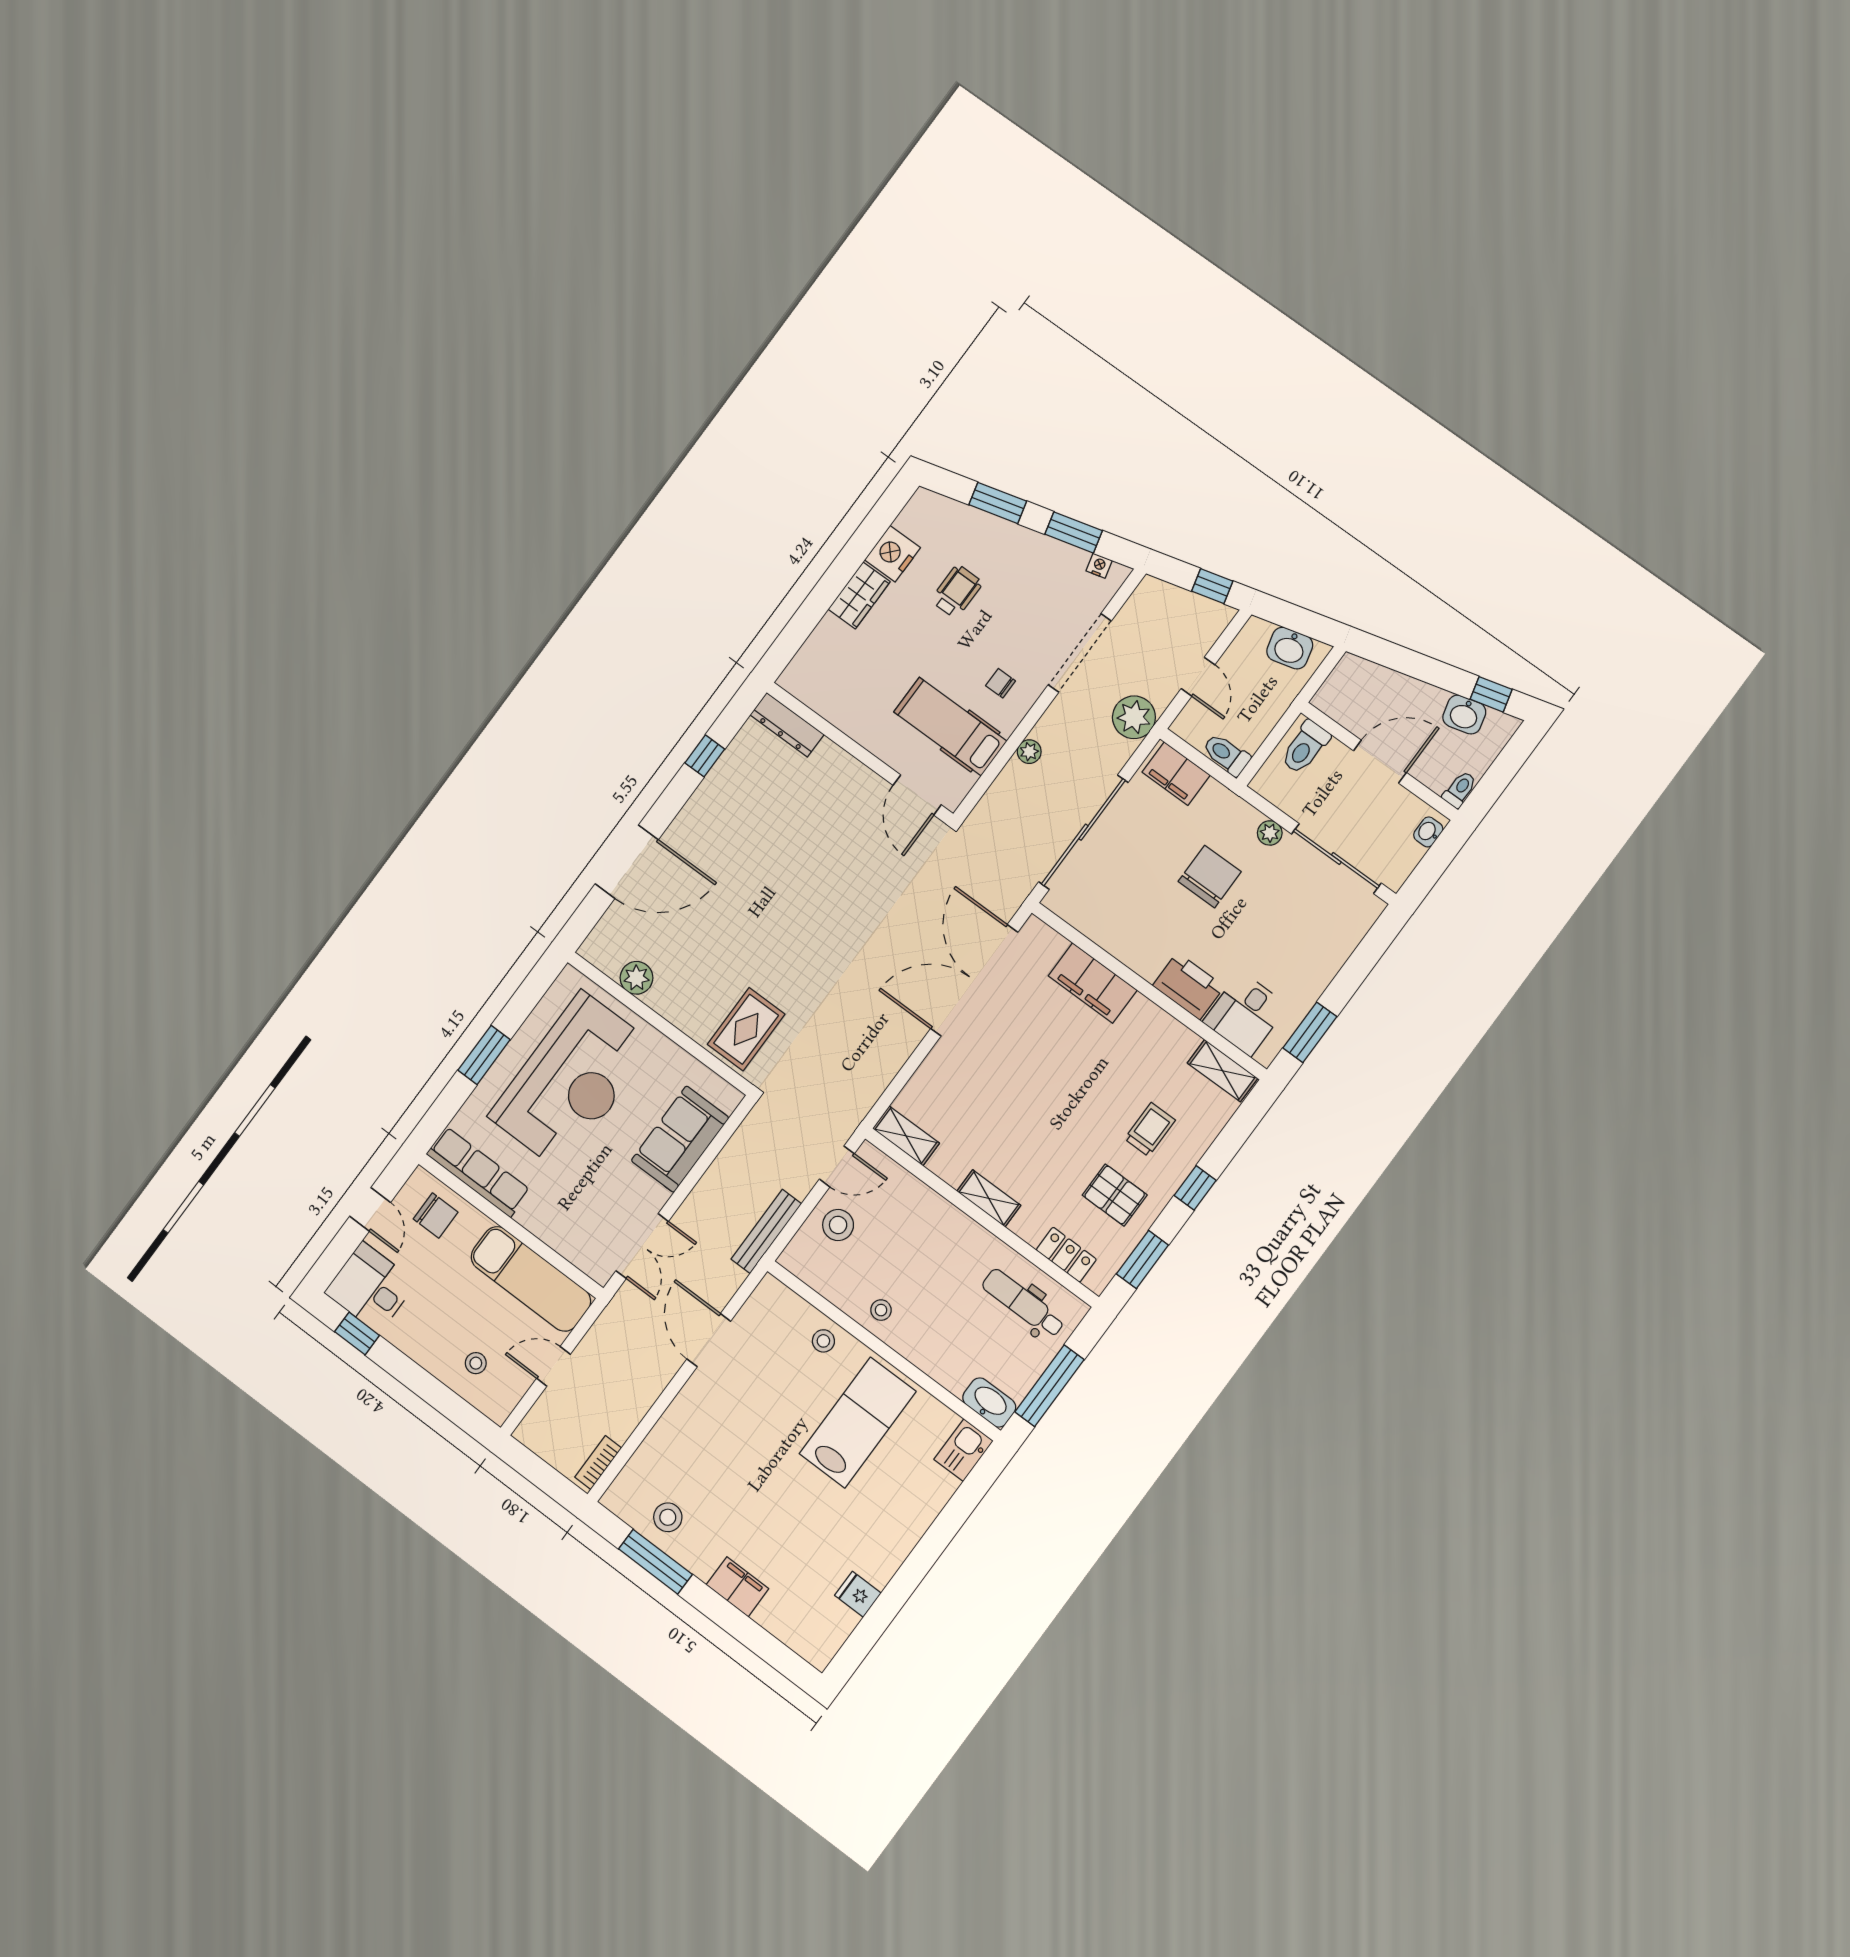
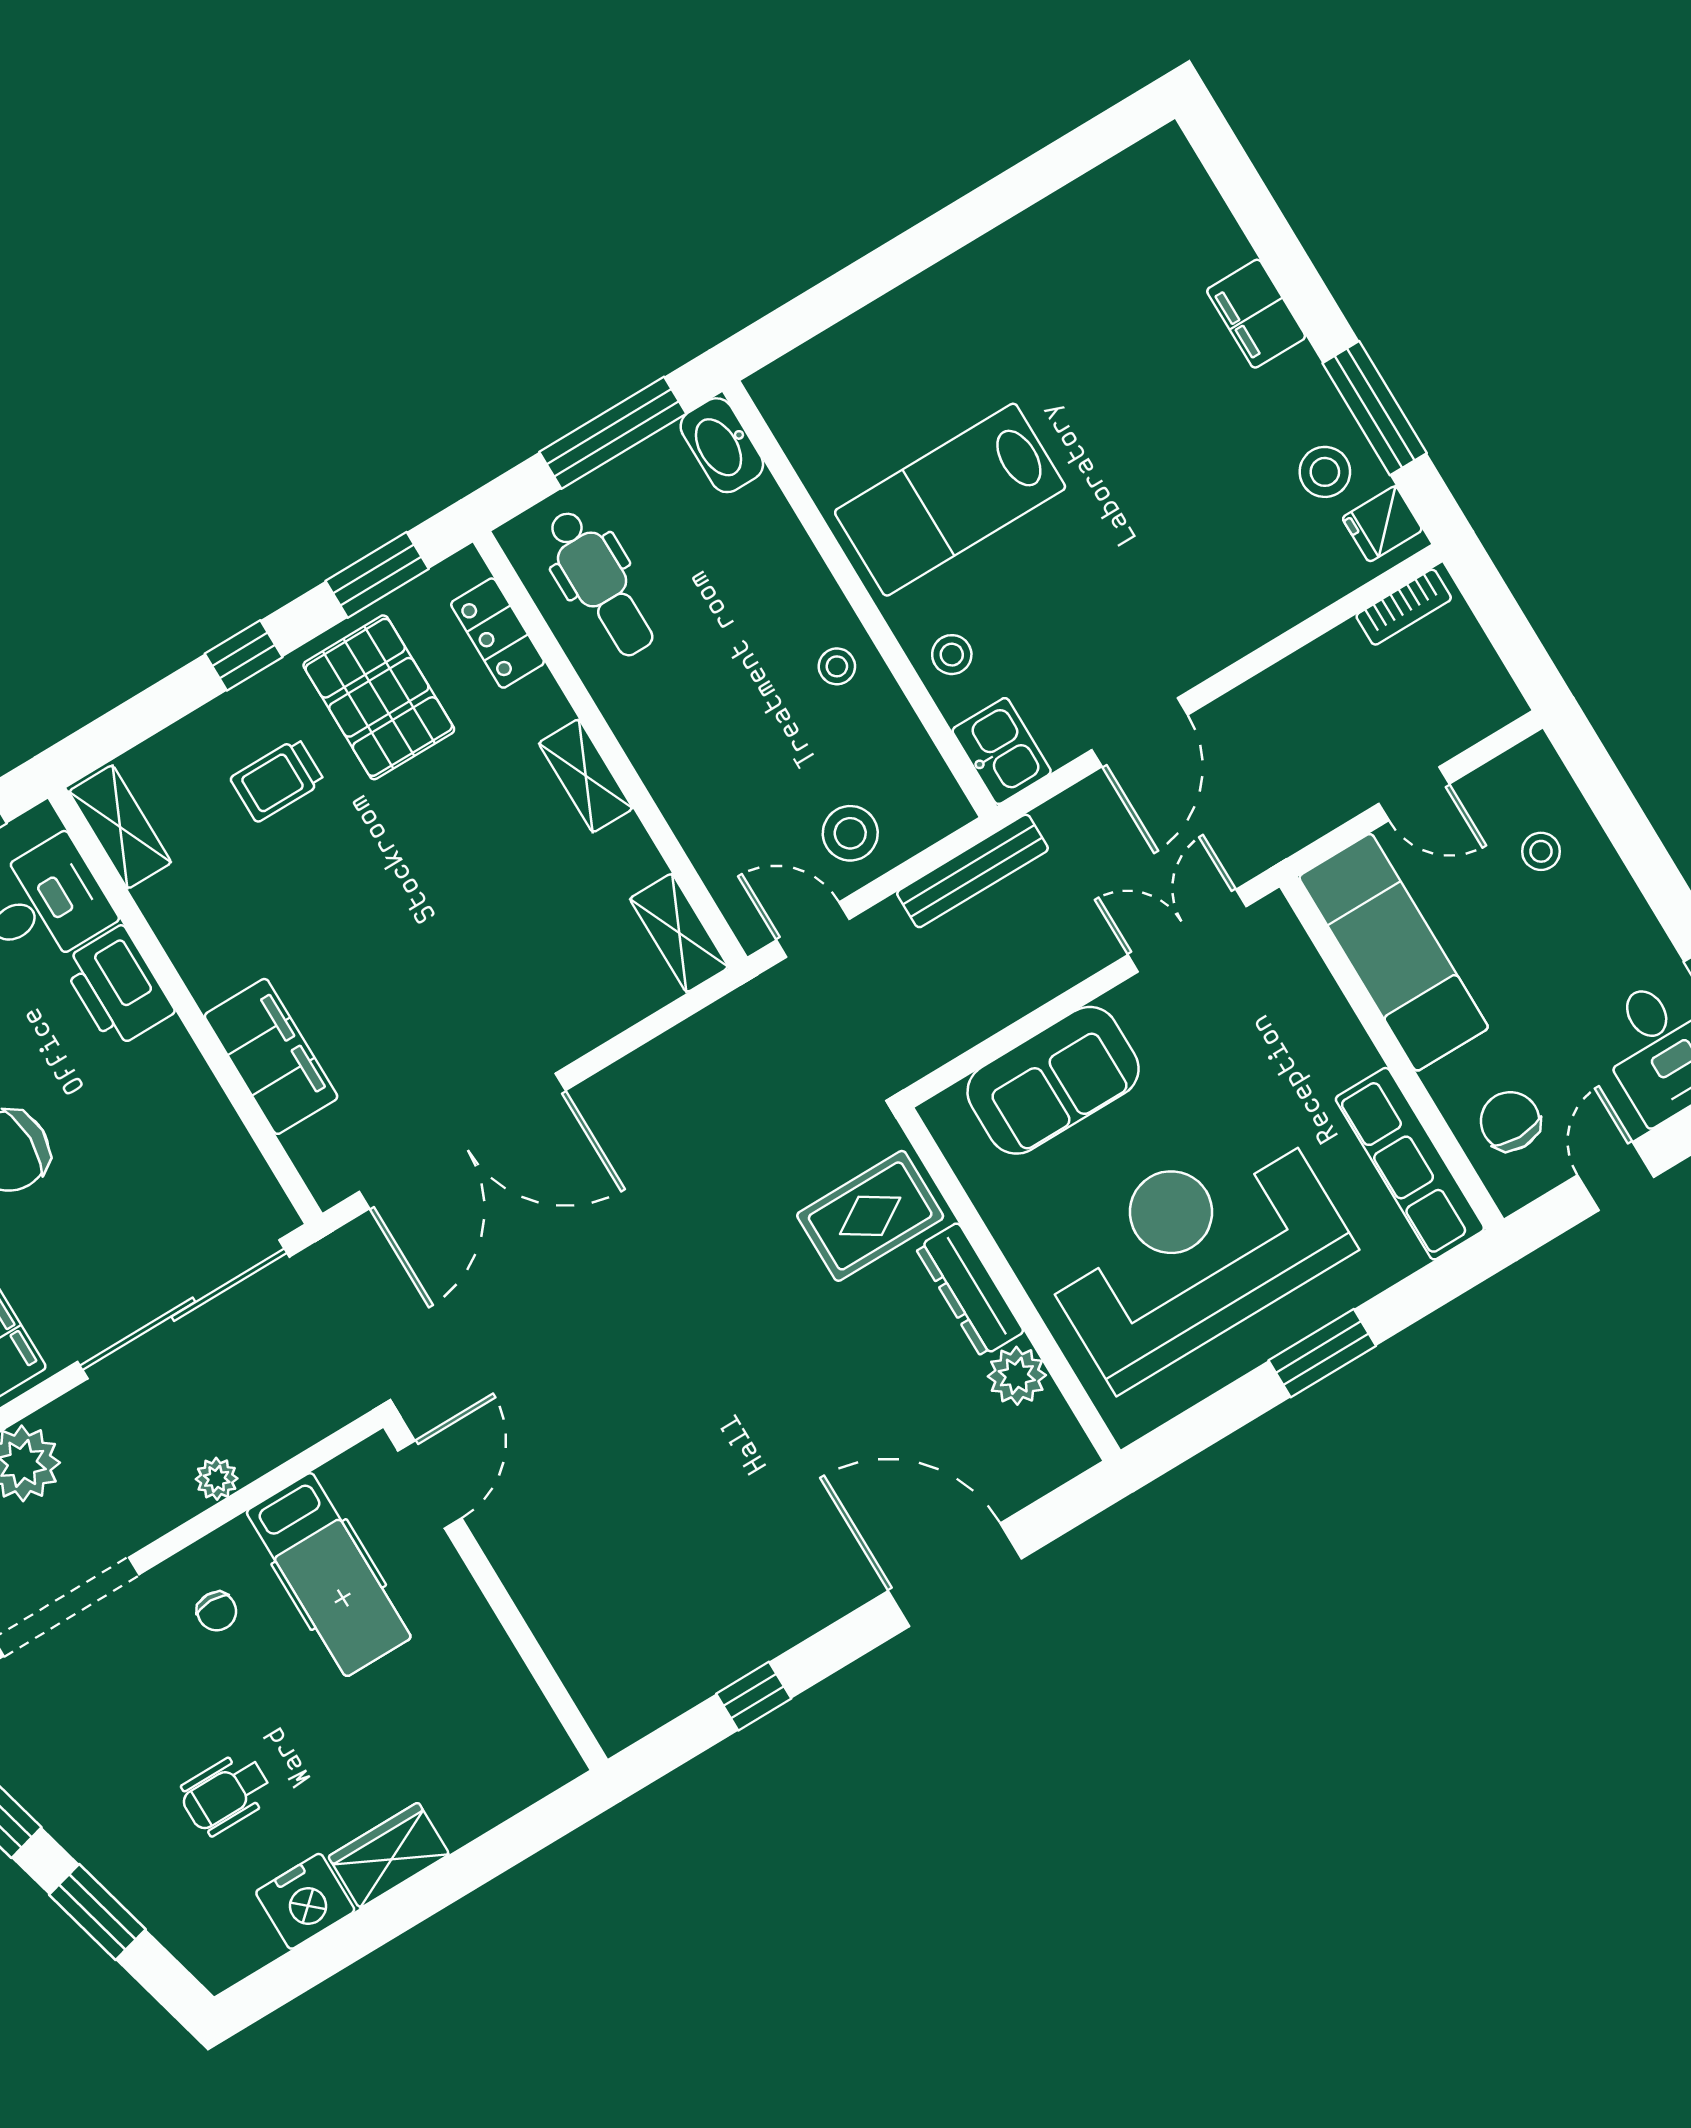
dresser: (787, 725) -> (970, 1290), moved, turned 180
pallet: (1115, 1195) -> (379, 697), width x1.50, depth x1.42
kitchen sink: (964, 1450) -> (1002, 751), moved, turned -90
fridge: (858, 1594) -> (1382, 524), moved, turned 90

